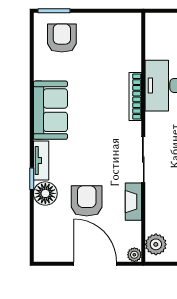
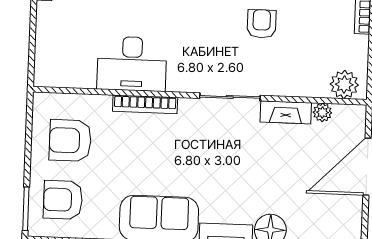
armchair: (87, 201) -> (70, 140), moved
plant: (134, 255) -> (322, 112), moved

